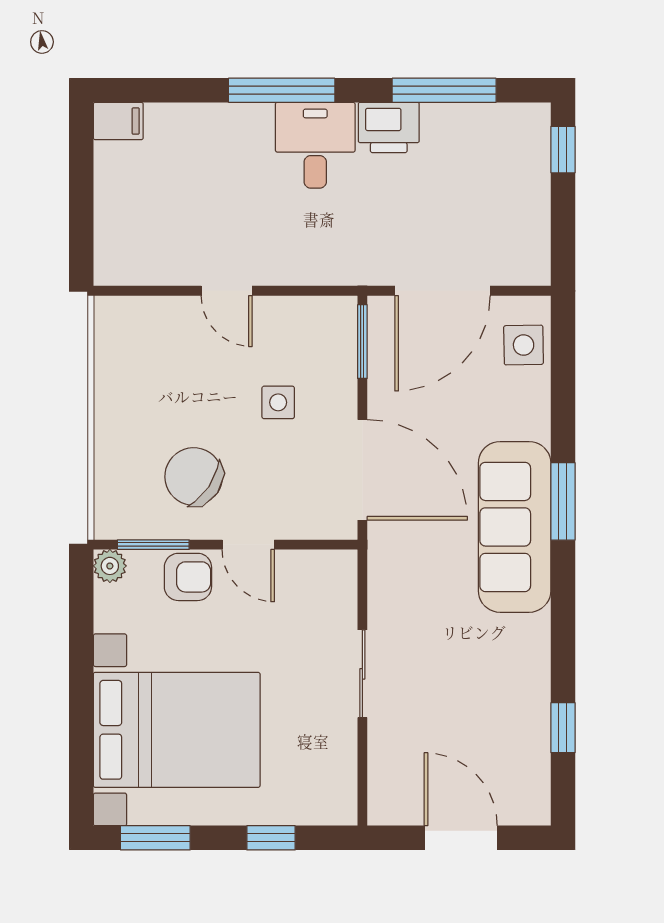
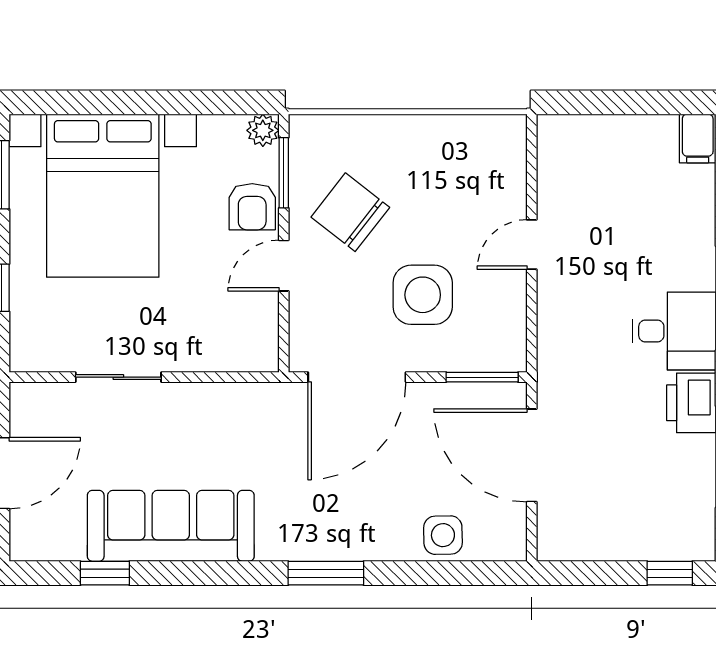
side table: (524, 345) -> (443, 535), moved
side table: (278, 402) -> (423, 295), width x1.87, depth x1.87
chair: (194, 476) -> (350, 212), turned -86
sofa: (515, 527) -> (171, 526), moved
sliding door: (362, 674) -> (118, 377), moved

